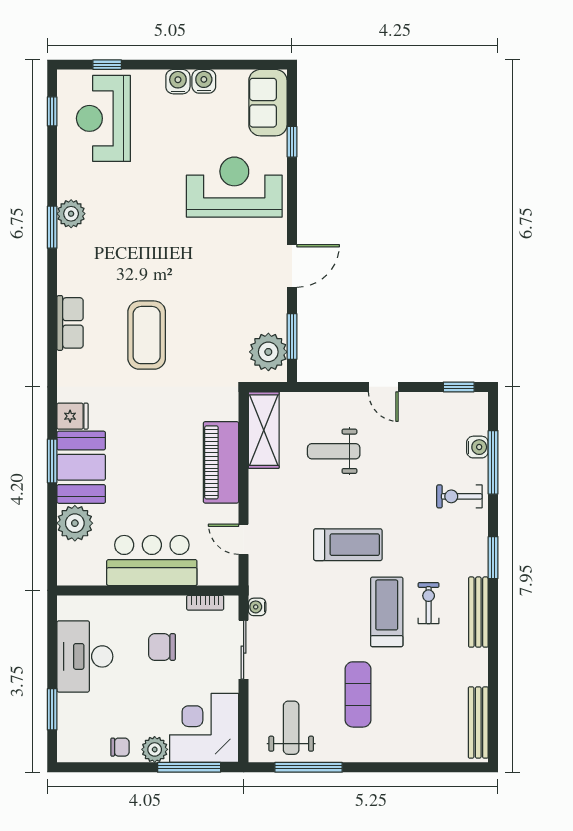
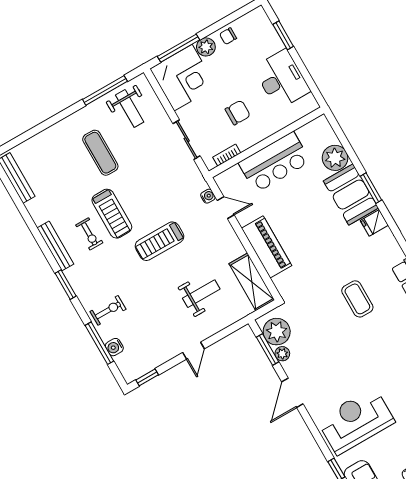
reception desk: (234, 187) -> (356, 421), turned 180
plant: (277, 321) -> (282, 354), added
coffee table: (147, 335) -> (357, 299), width x0.73, depth x0.76
door: (383, 387) -> (194, 351), swing flipped
water cooler: (257, 607) -> (208, 196), moved

